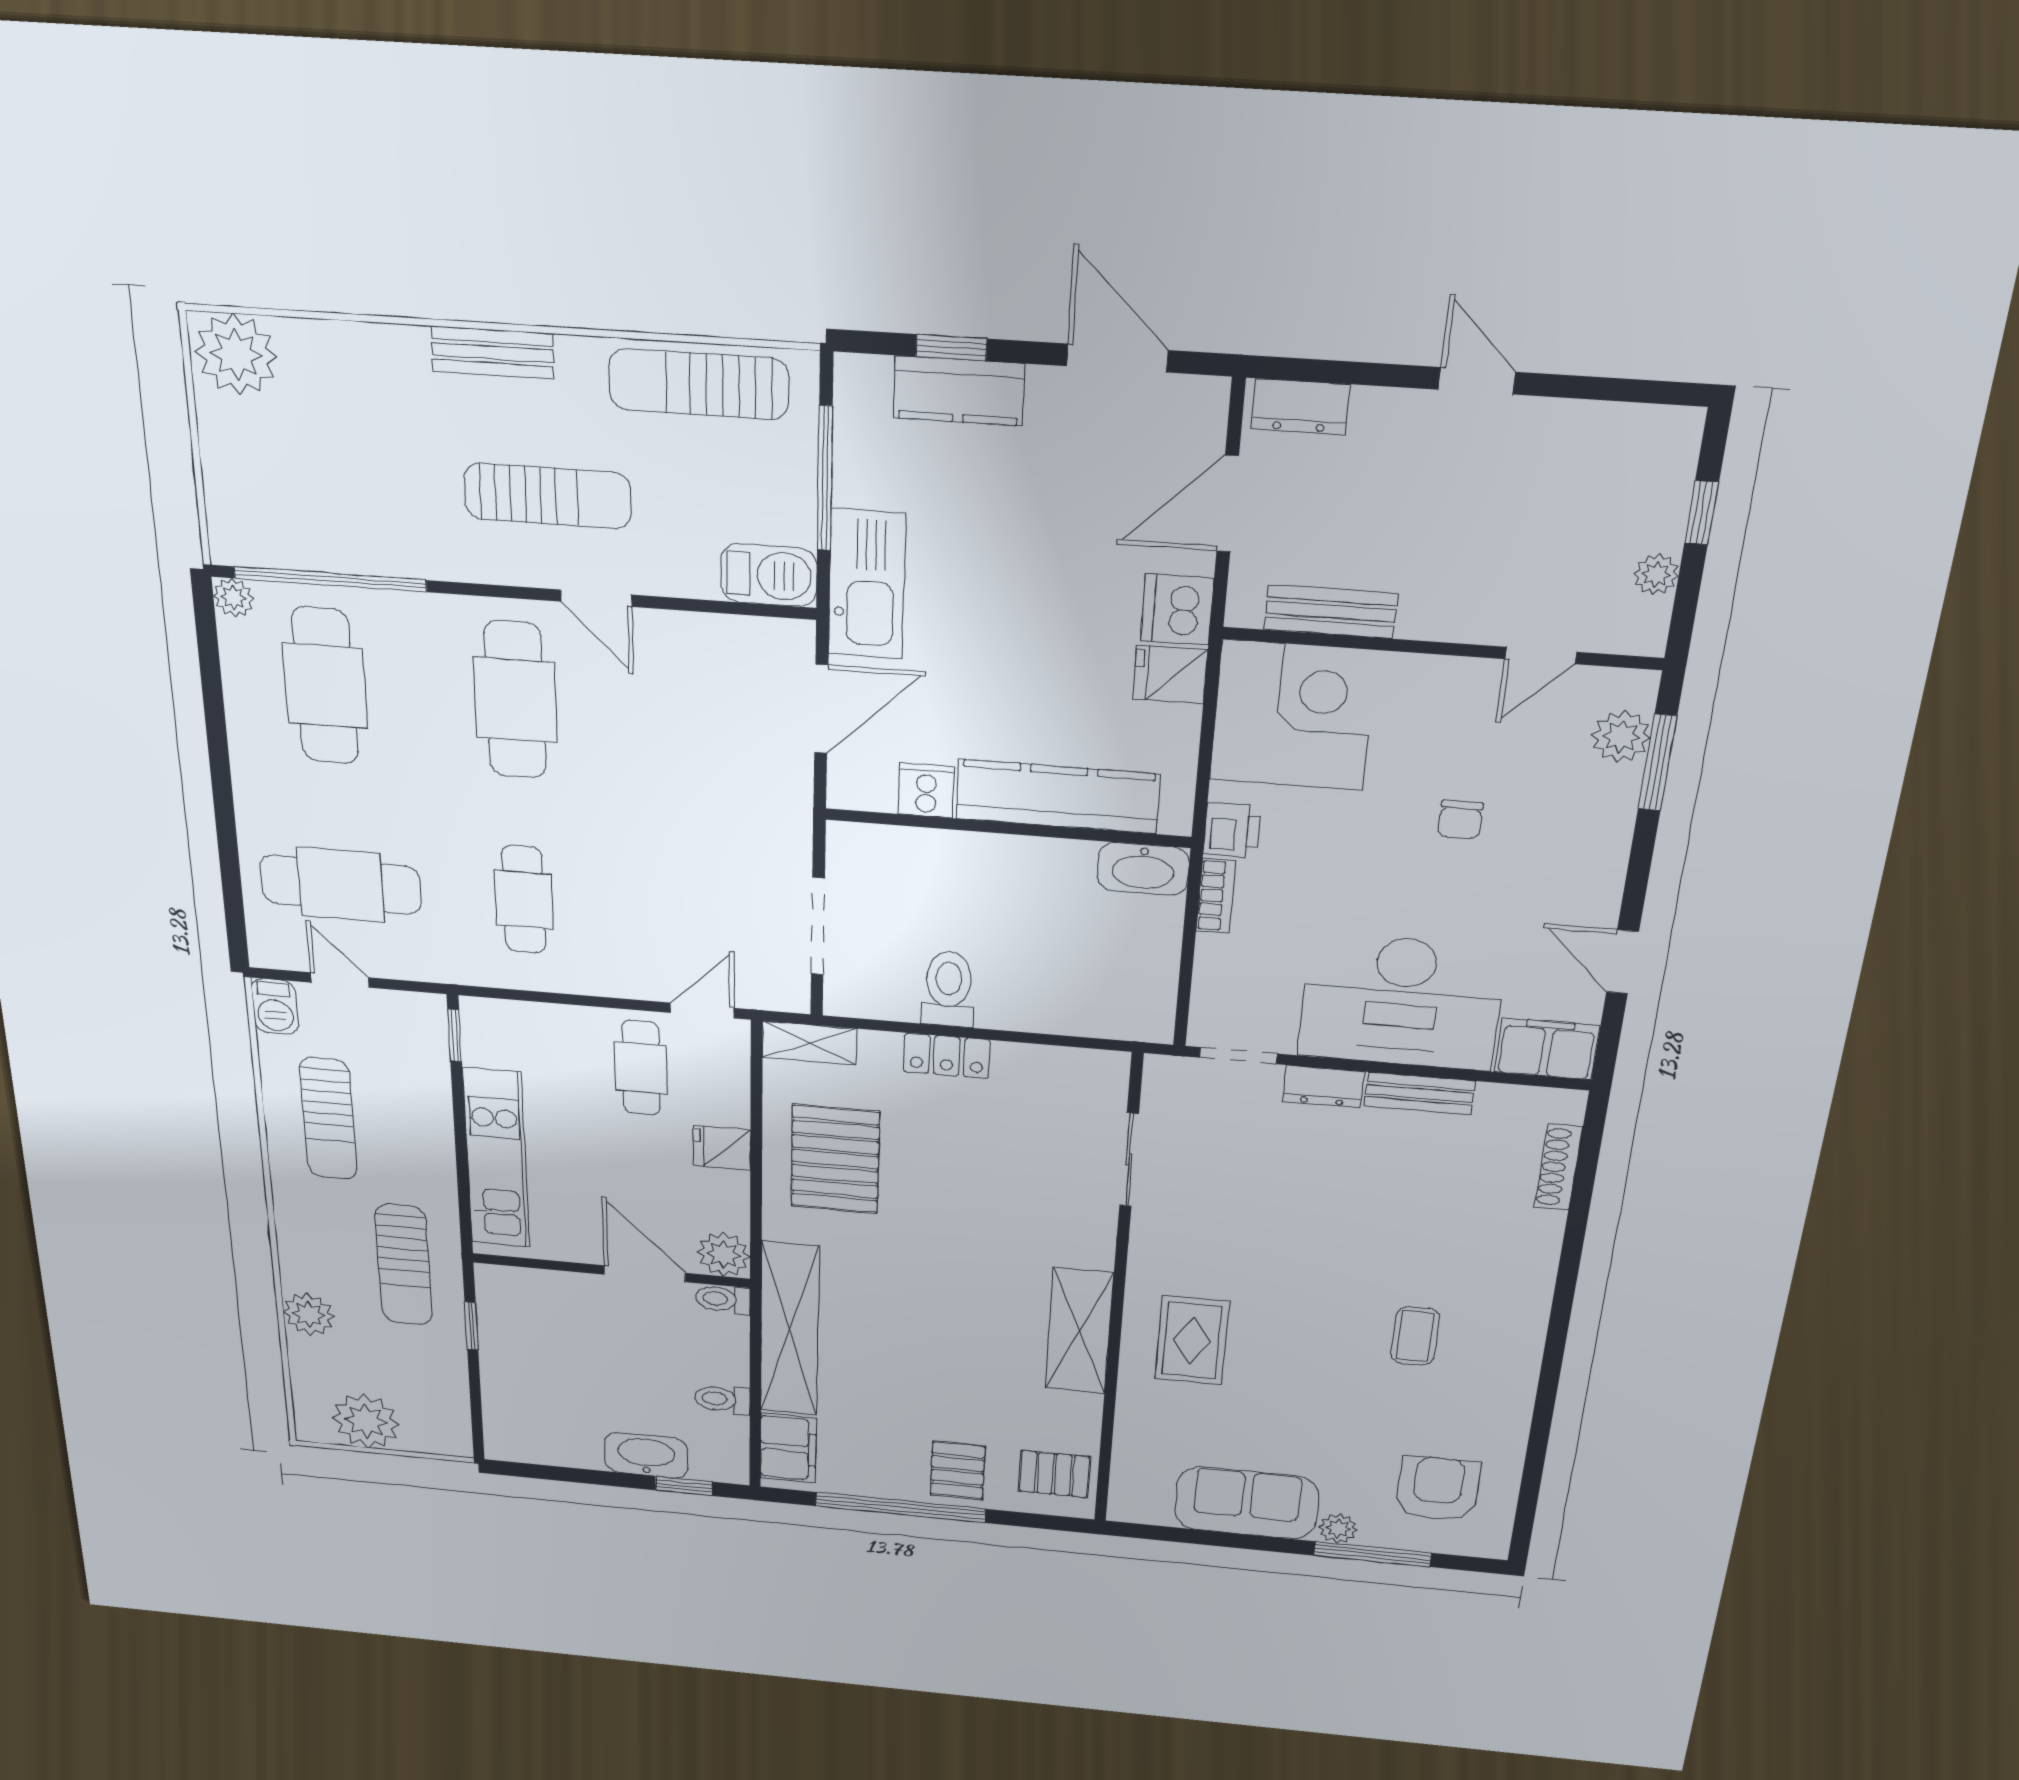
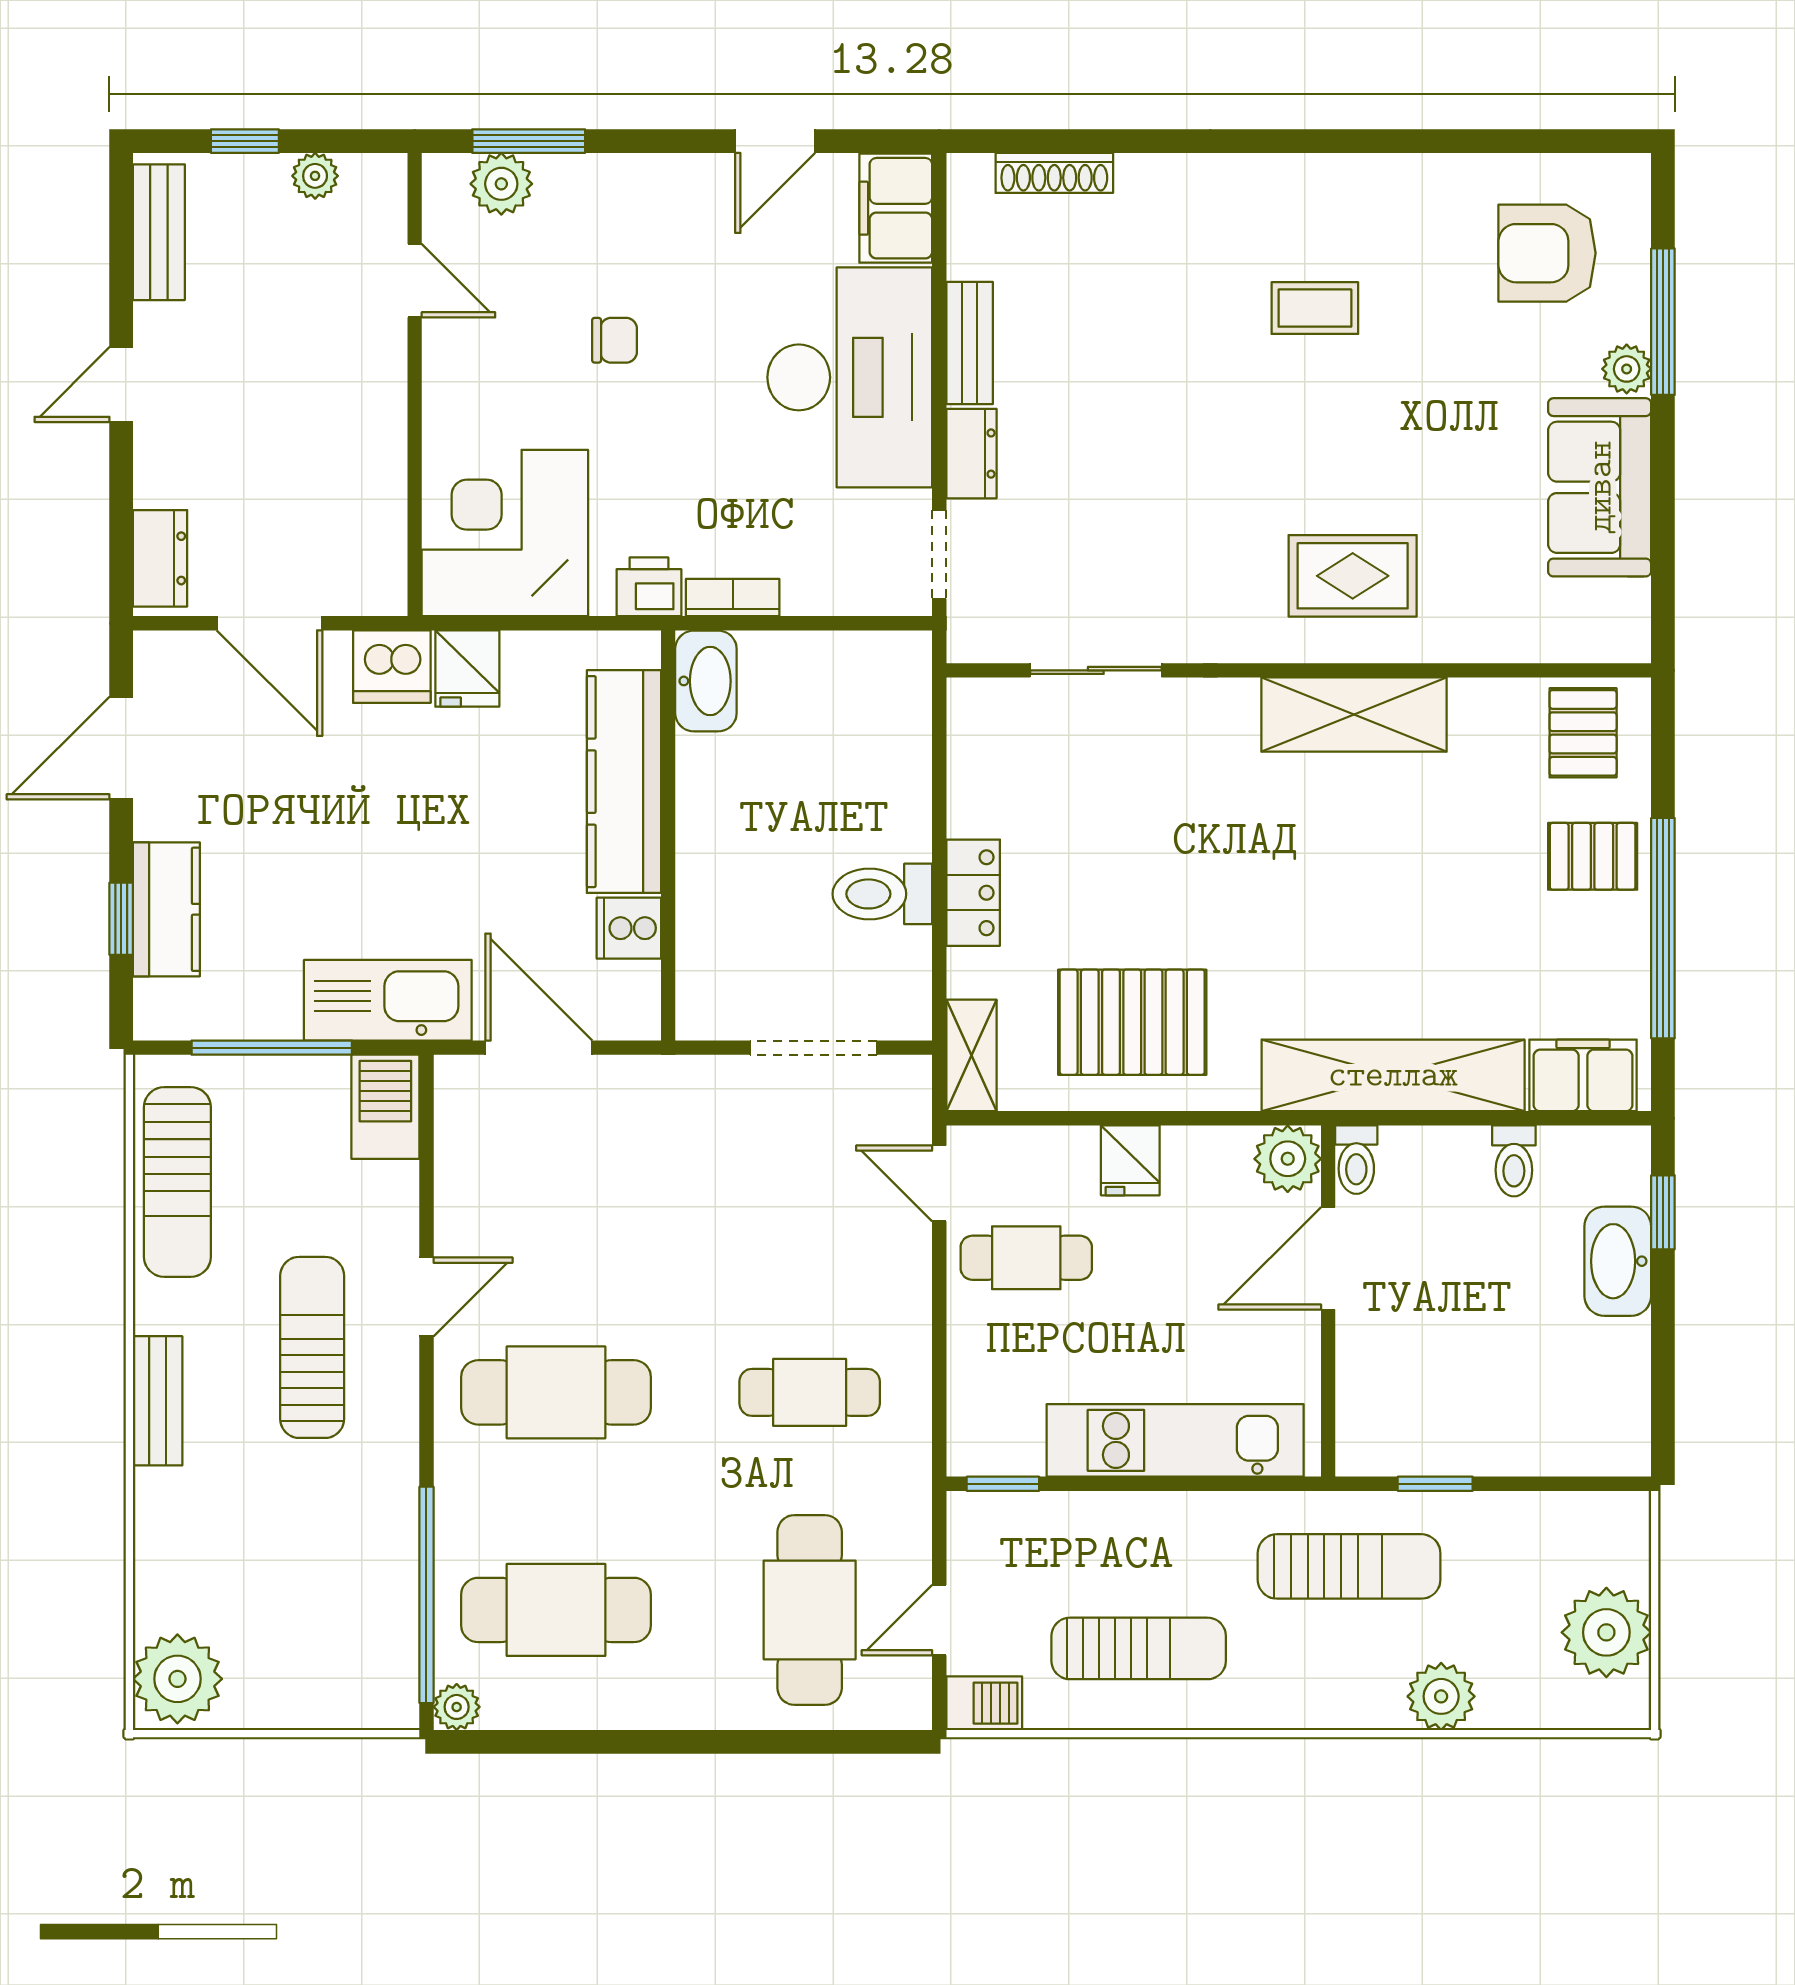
bench: (1331, 612) -> (159, 232), moved

